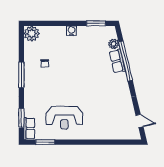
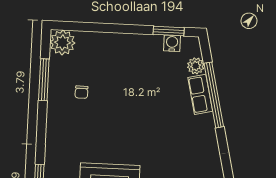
water cooler: (72, 31) -> (172, 43), moved
window: (21, 75) -> (44, 80), moved

